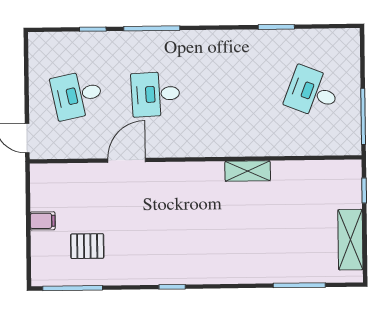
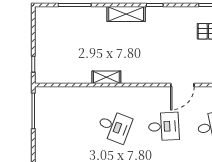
desk: (312, 92) -> (114, 126), moved
shelving: (350, 240) -> (126, 14), moved, turned 90

